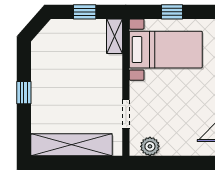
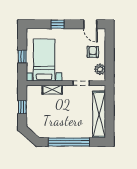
shelving: (114, 36) -> (52, 90), moved
window: (24, 93) -> (69, 142), width x3.17
armchair: (180, 134) -> (93, 52), added

